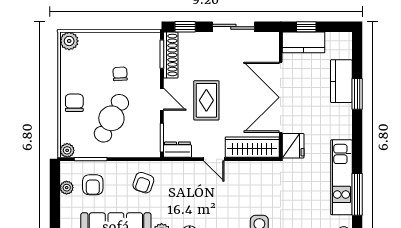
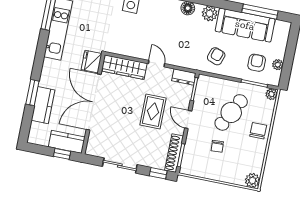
double door: (281, 97) -> (94, 102), swing flipped
chair: (74, 103) -> (258, 131), turned 180

